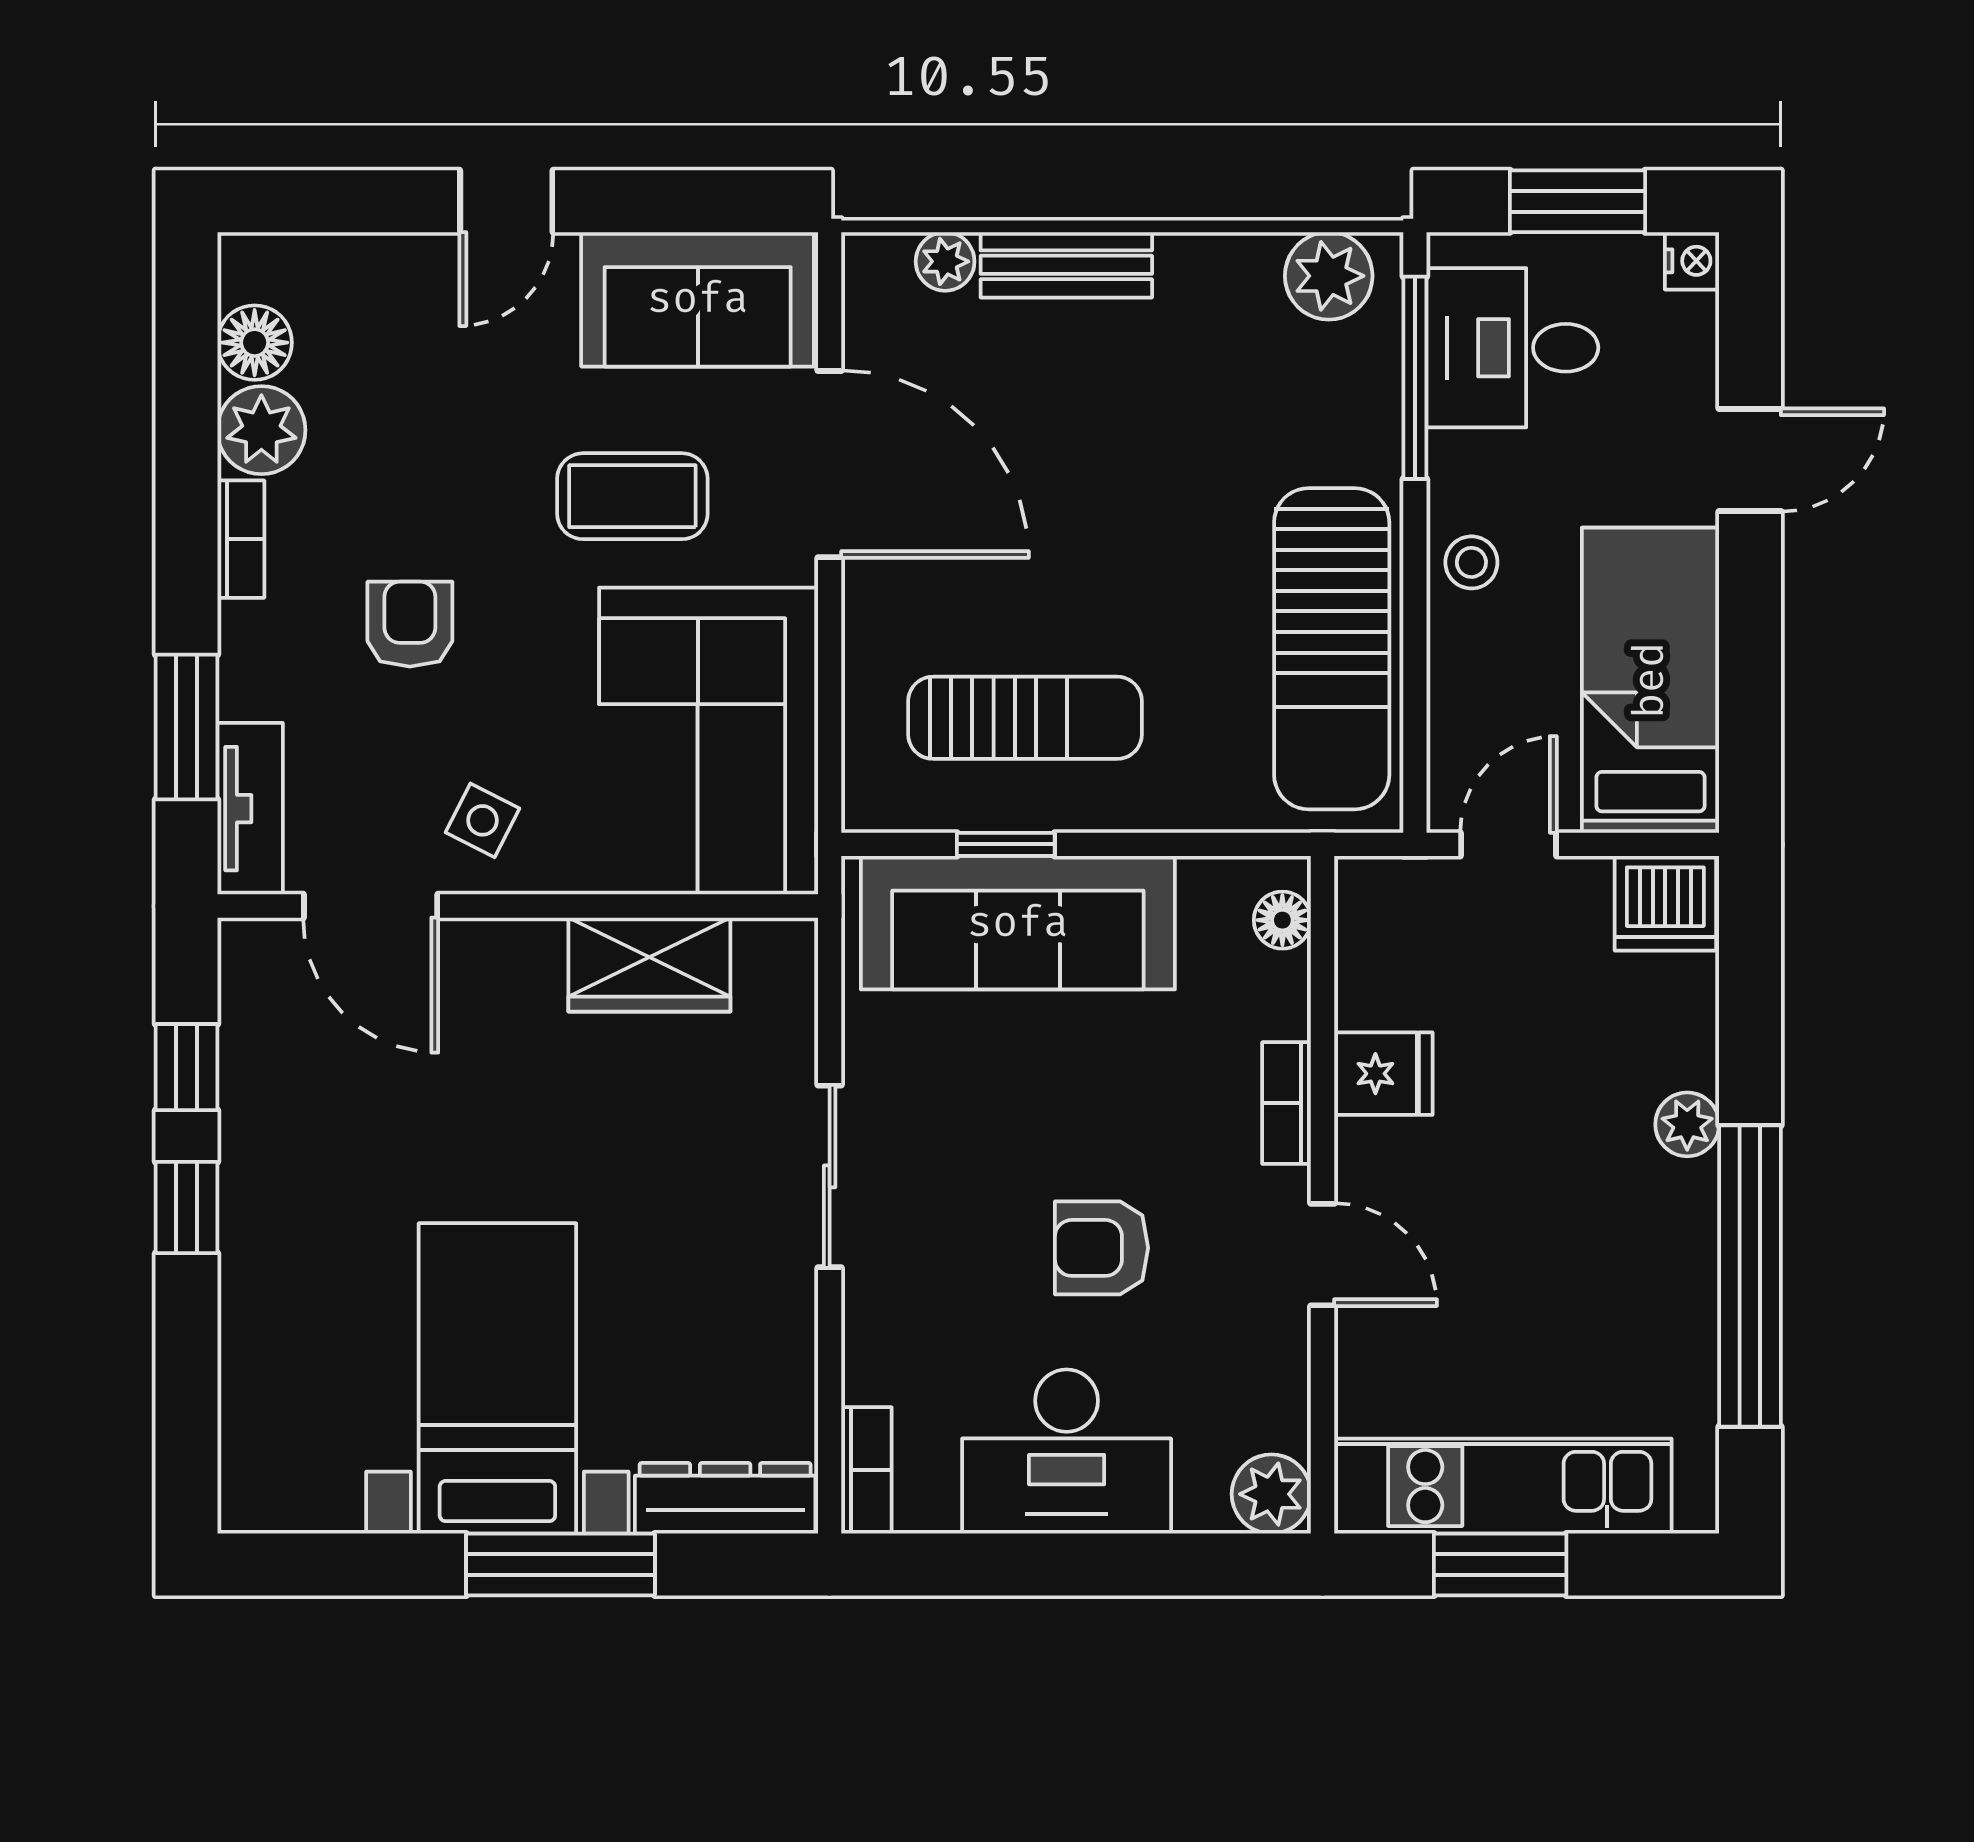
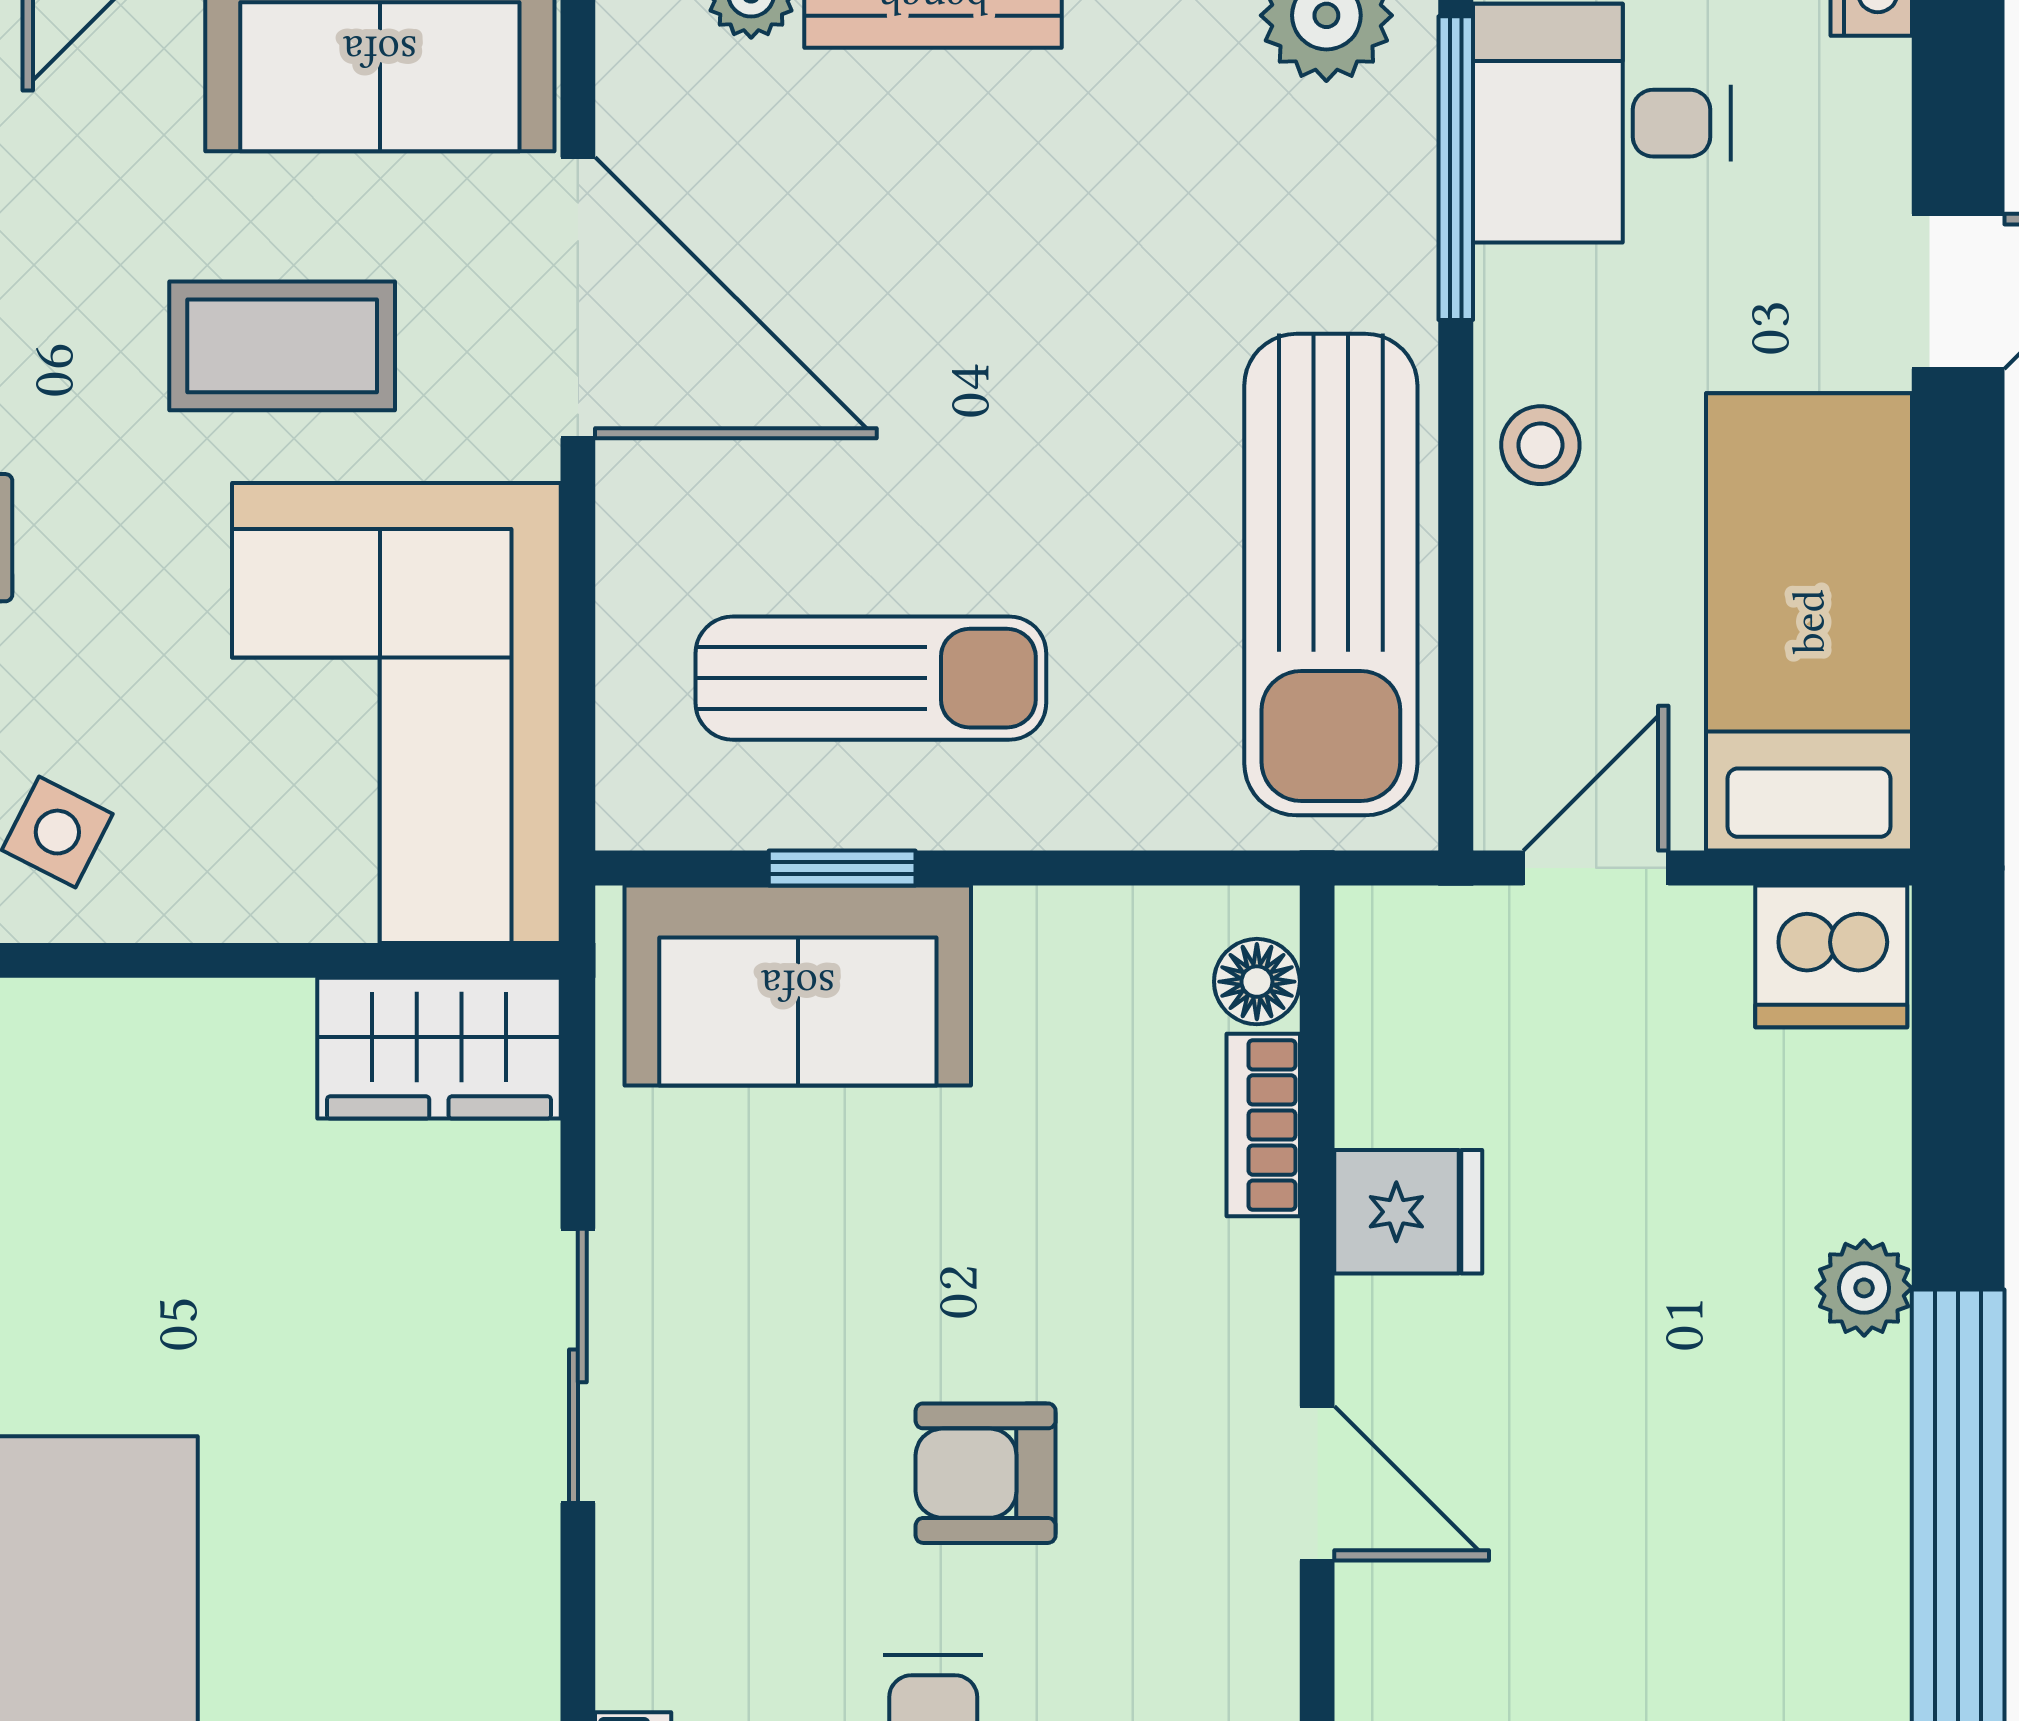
sofa: (1018, 923) -> (798, 985), width x0.73
wardrobe: (649, 965) -> (439, 1048), moved
bookcase: (1287, 1103) -> (1263, 1125), moved

